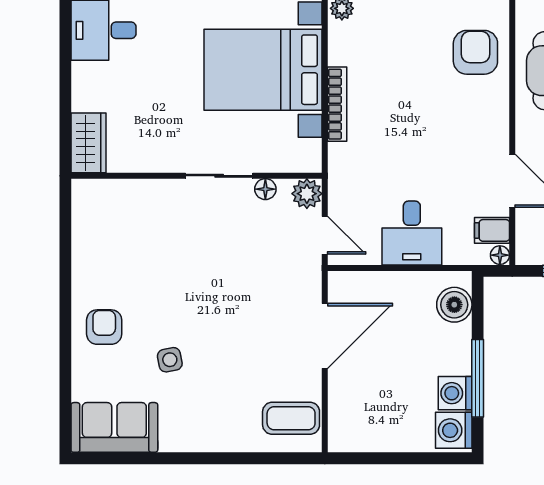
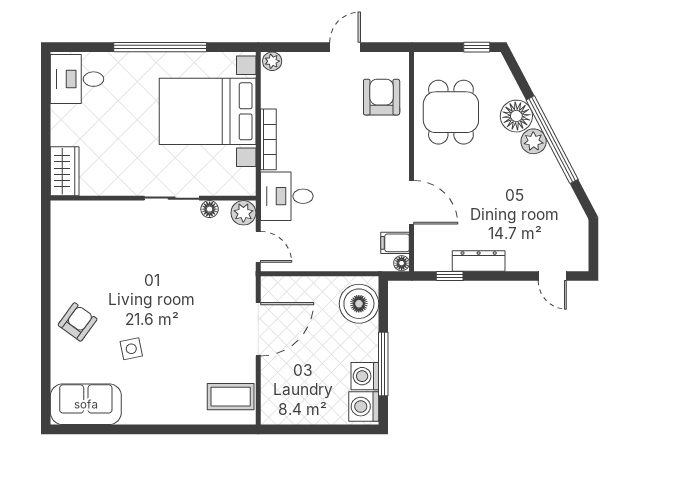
desk: (412, 233) -> (287, 196), moved, turned 90
boiler: (454, 305) -> (359, 304), width x1.37, depth x1.37
armchair: (104, 327) -> (78, 322), turned 36

